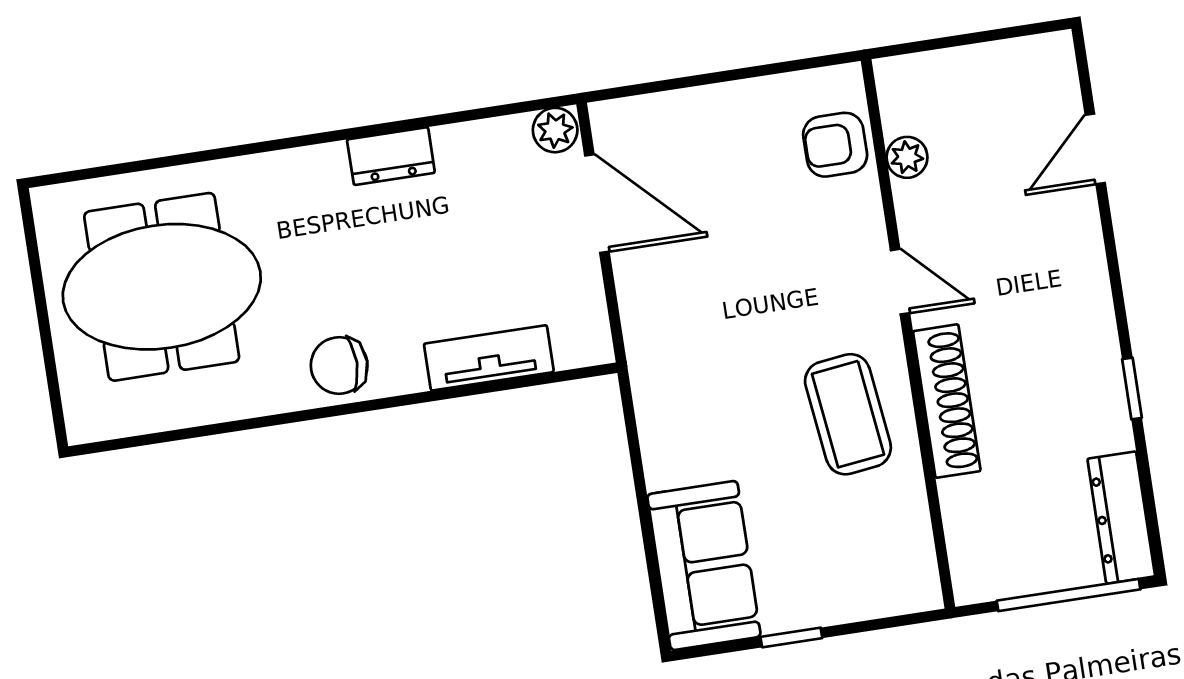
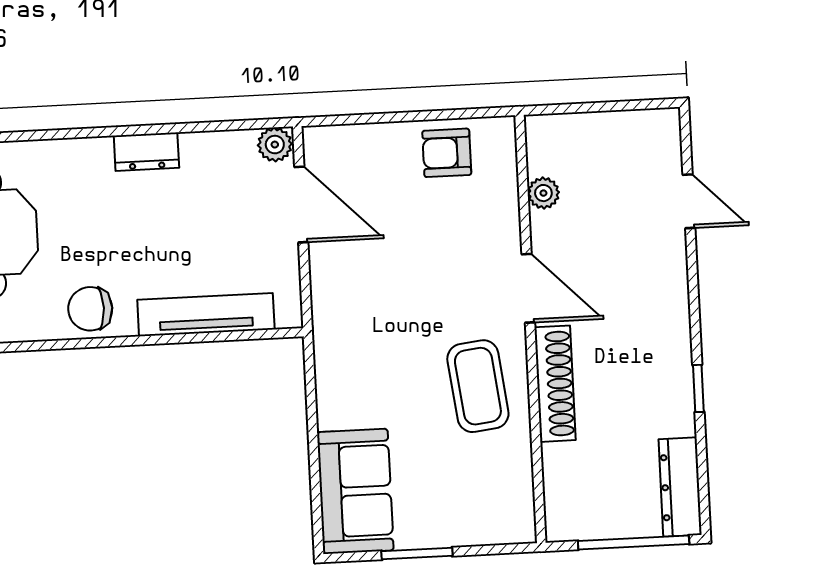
armchair: (835, 145) -> (447, 153), moved
door: (1095, 149) -> (689, 201), swing flipped
door: (900, 282) -> (528, 288), width x1.38
tv unit: (489, 358) -> (206, 315), width x1.41
window: (791, 637) -> (417, 553), width x1.50

